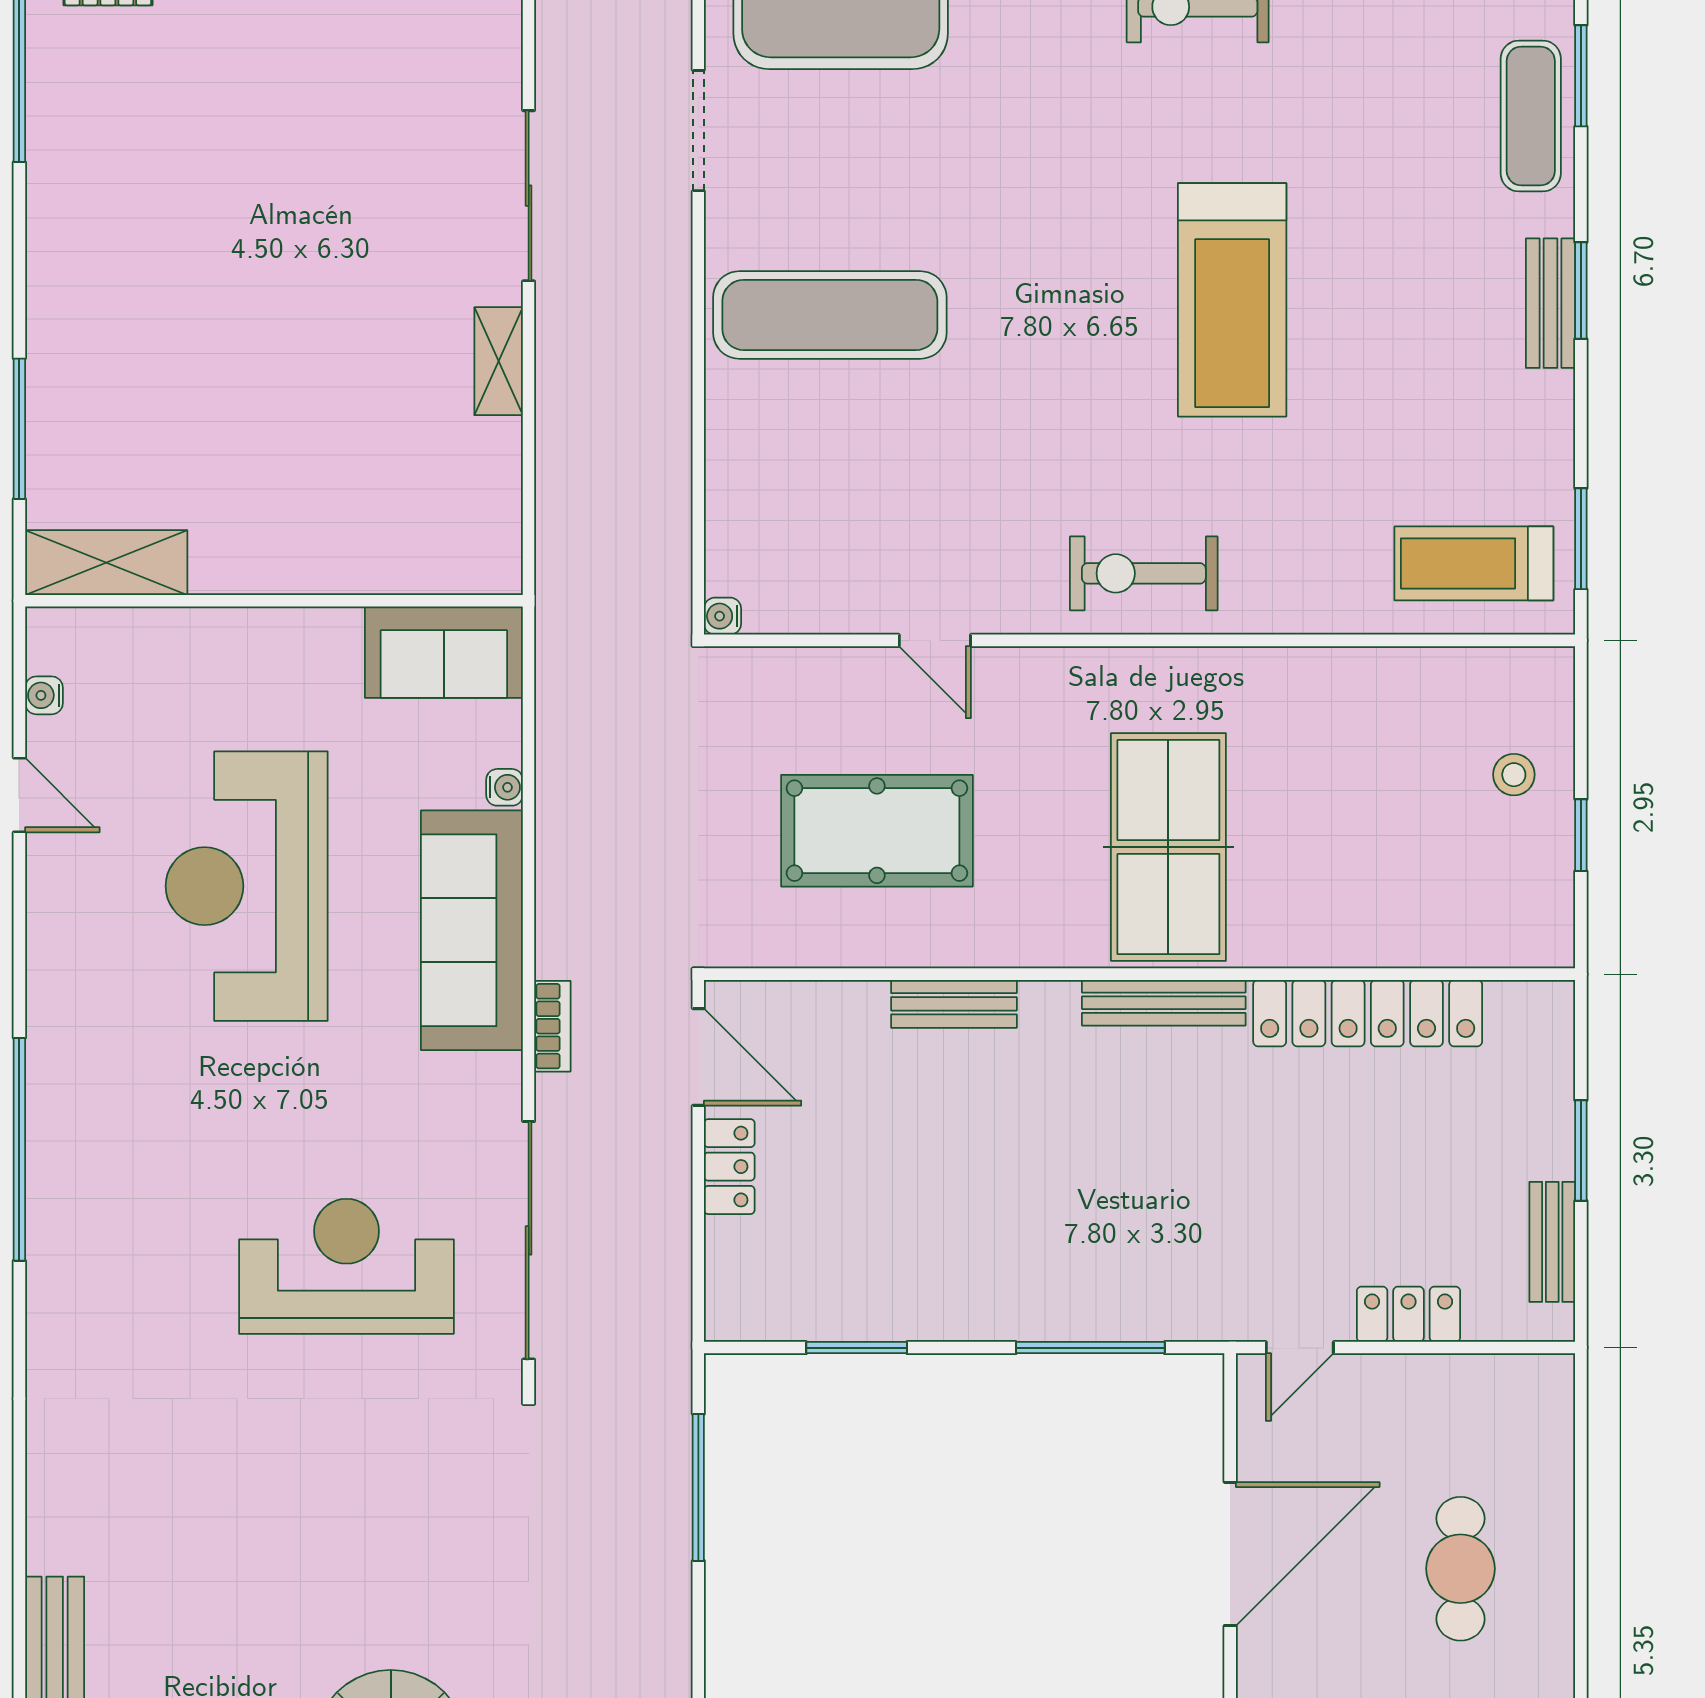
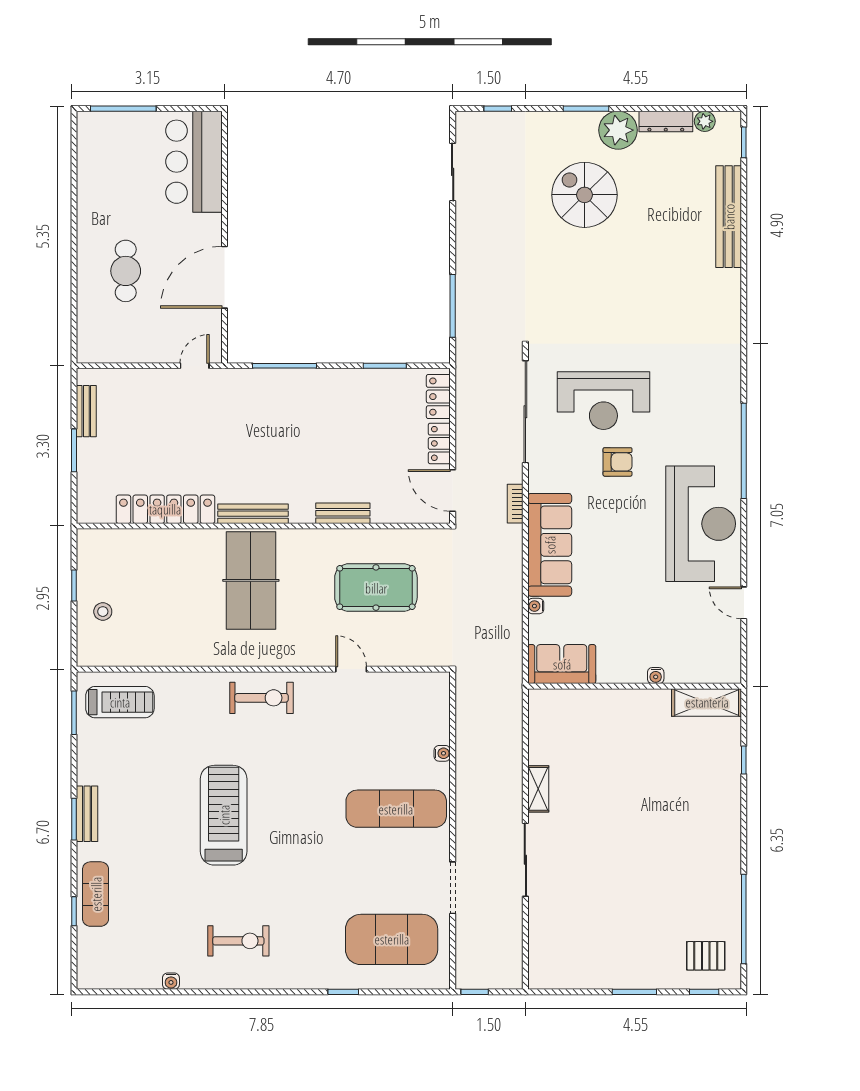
window: (1581, 76) -> (74, 911), width x0.67
window: (19, 429) -> (744, 760), width x0.46
water cooler: (723, 616) -> (442, 753), moved
water cooler: (44, 695) -> (656, 676), moved, turned 90
reception desk: (247, 886) -> (701, 524), moved
armchair: (314, 1124) -> (618, 462), added
locker: (1408, 1314) -> (438, 397), moved, turned 90

